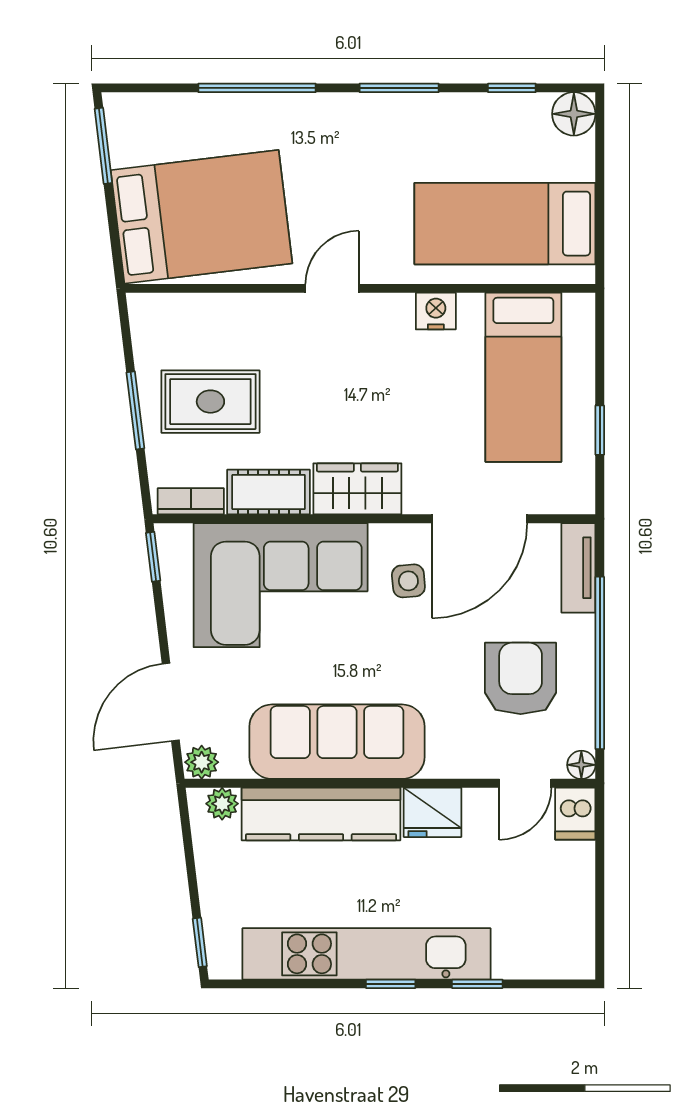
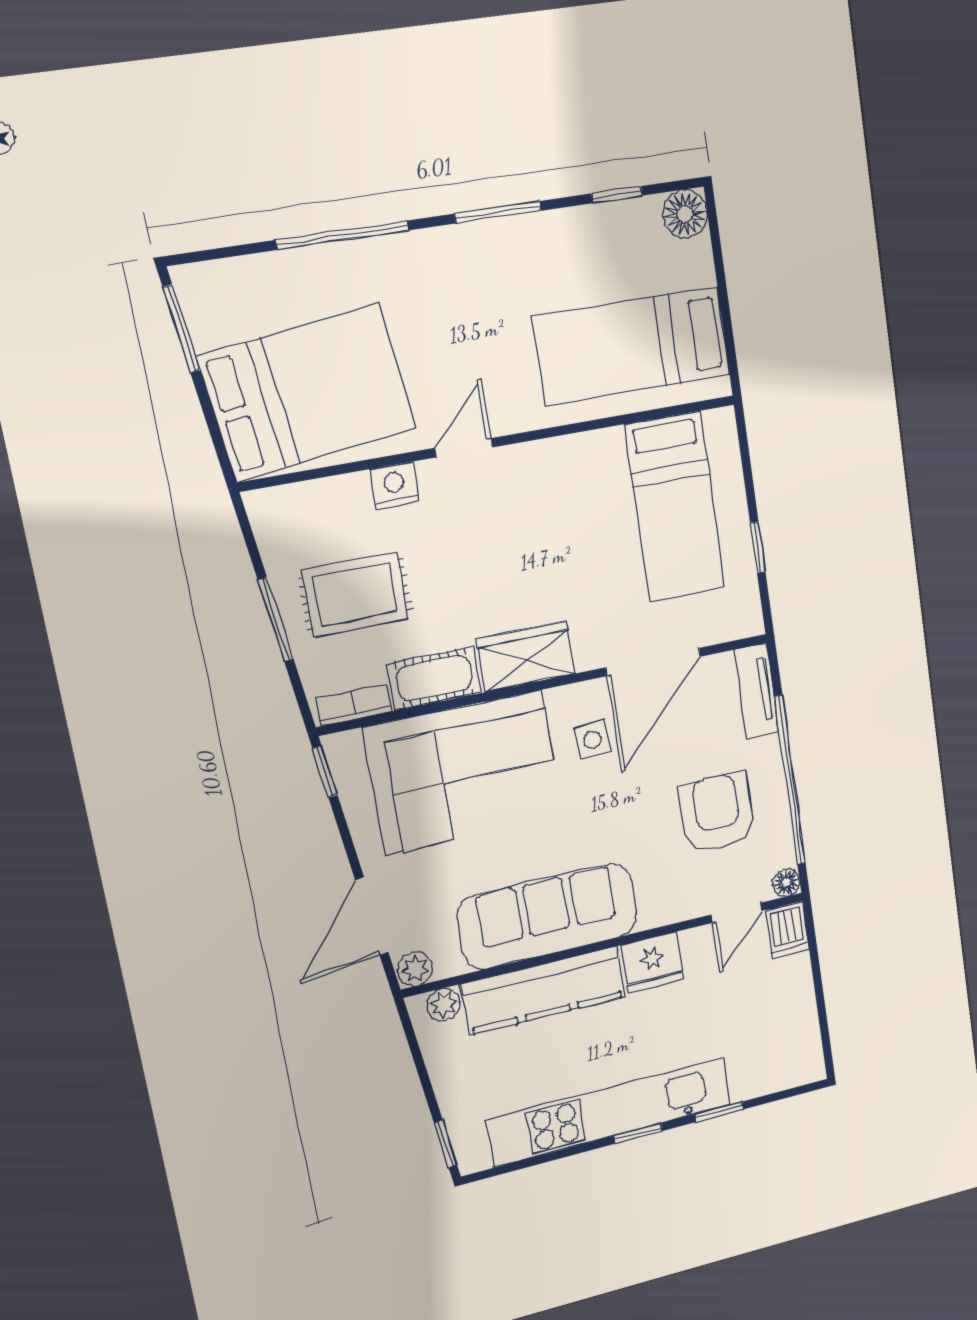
nightstand: (436, 311) -> (394, 486), moved

